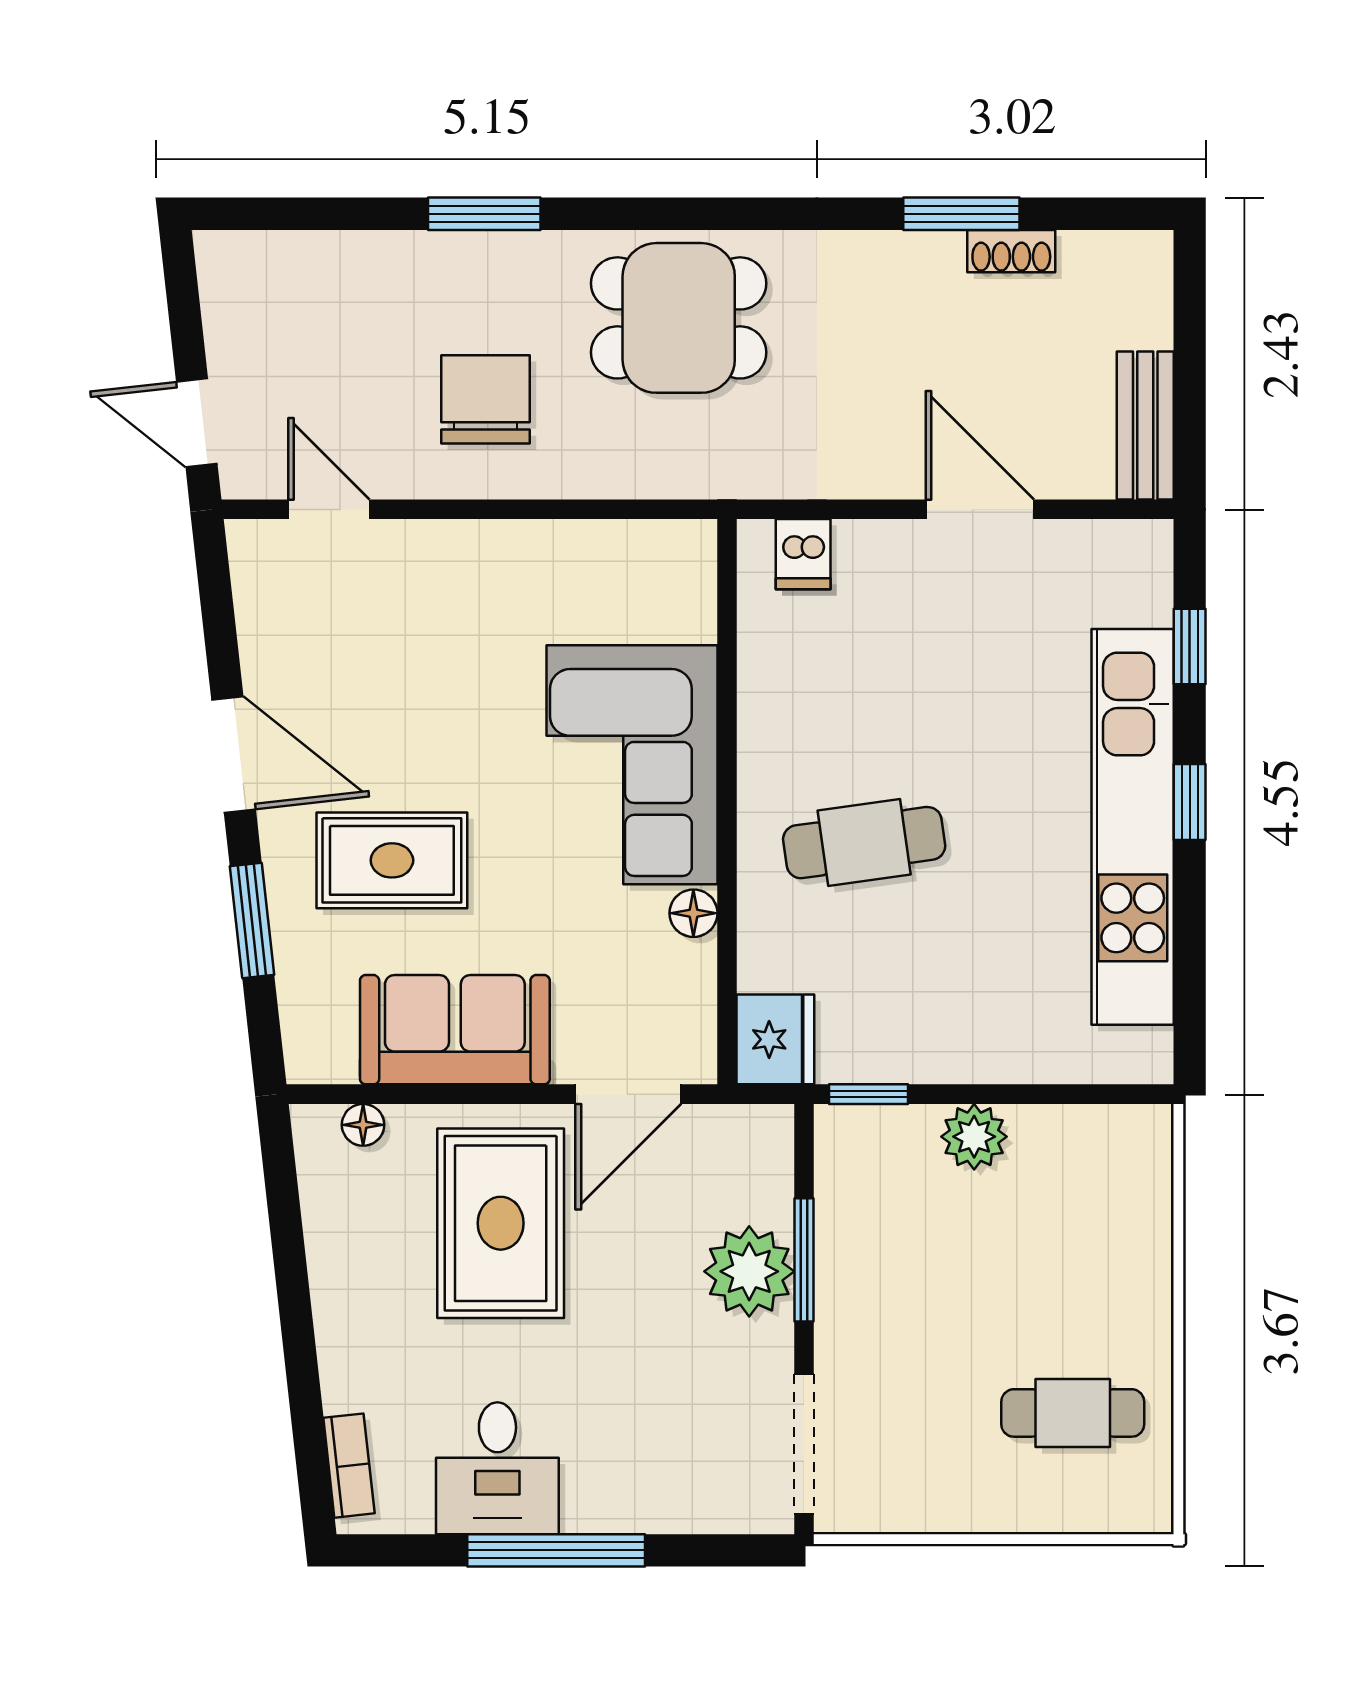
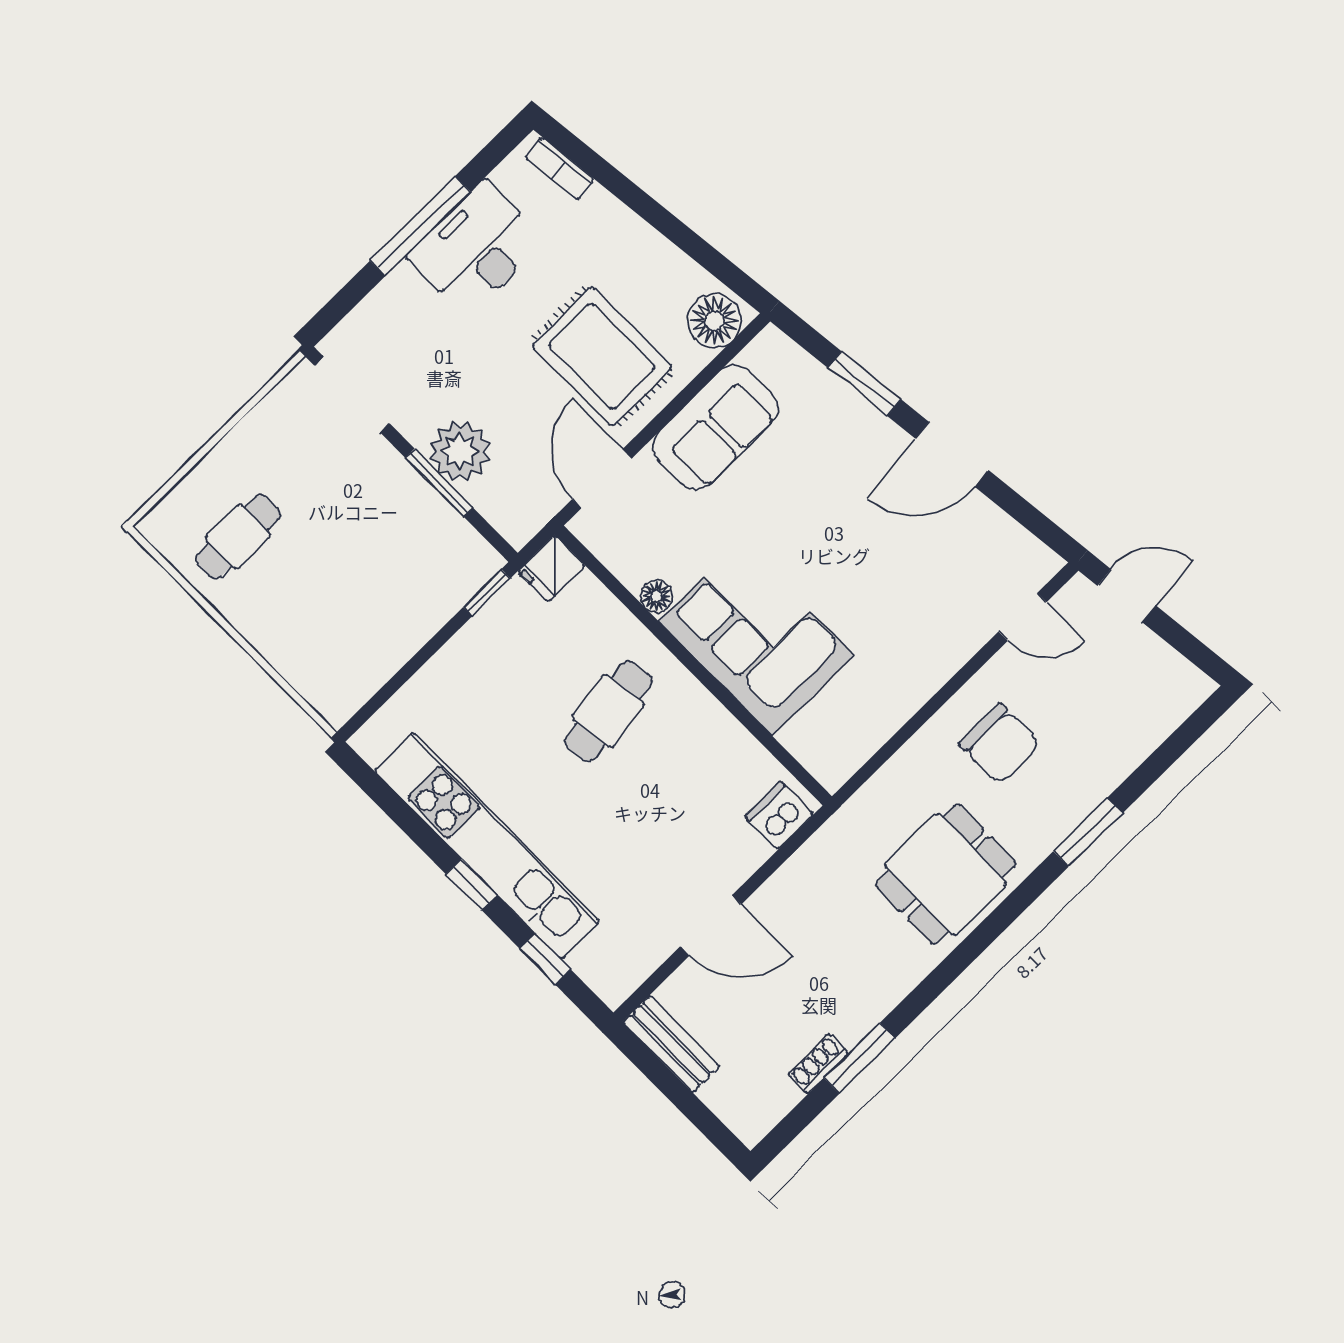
dishwasher: (803, 554) -> (779, 815), width x1.38
rug: (392, 860) -> (826, 479), removed
fridge: (775, 1039) -> (551, 569), width x0.72
floor lamp: (363, 1125) -> (715, 321), width x1.89, depth x1.89
plant: (974, 1137) -> (416, 622), removed
desk: (497, 1468) -> (476, 248), width x1.37

